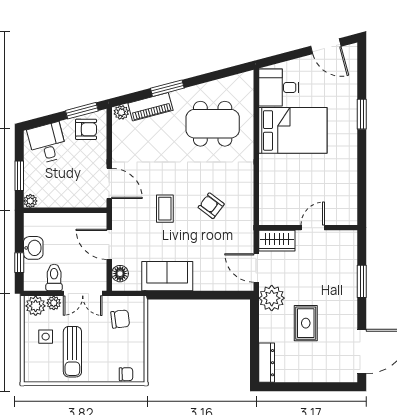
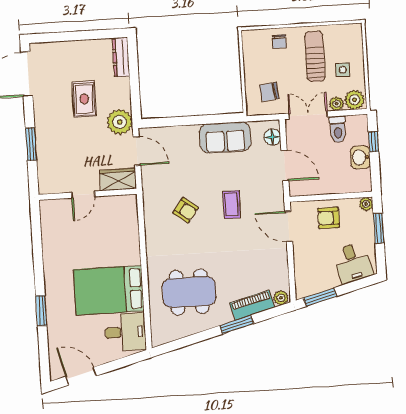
armchair: (86, 129) -> (329, 218), moved
chair: (126, 374) -> (279, 41), moved, turned -89

